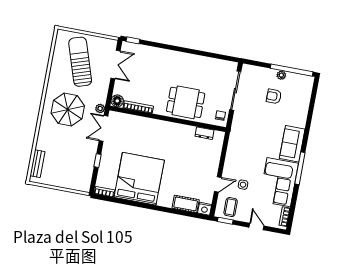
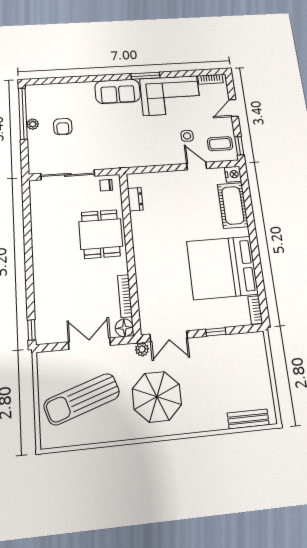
double door: (115, 65) -> (89, 344), moved
window: (300, 168) -> (145, 76), width x0.69
cot: (186, 204) -> (233, 205), width x1.37, depth x1.34

